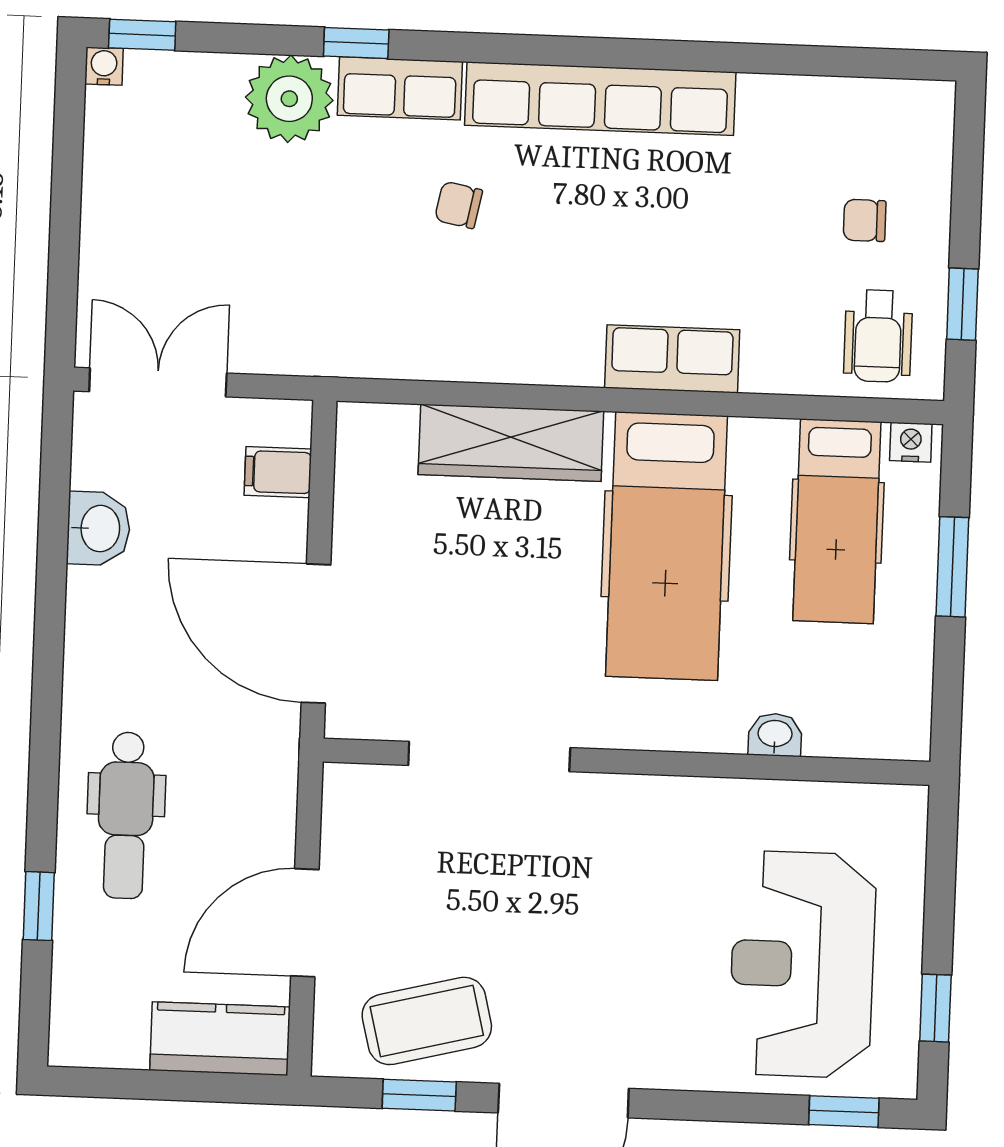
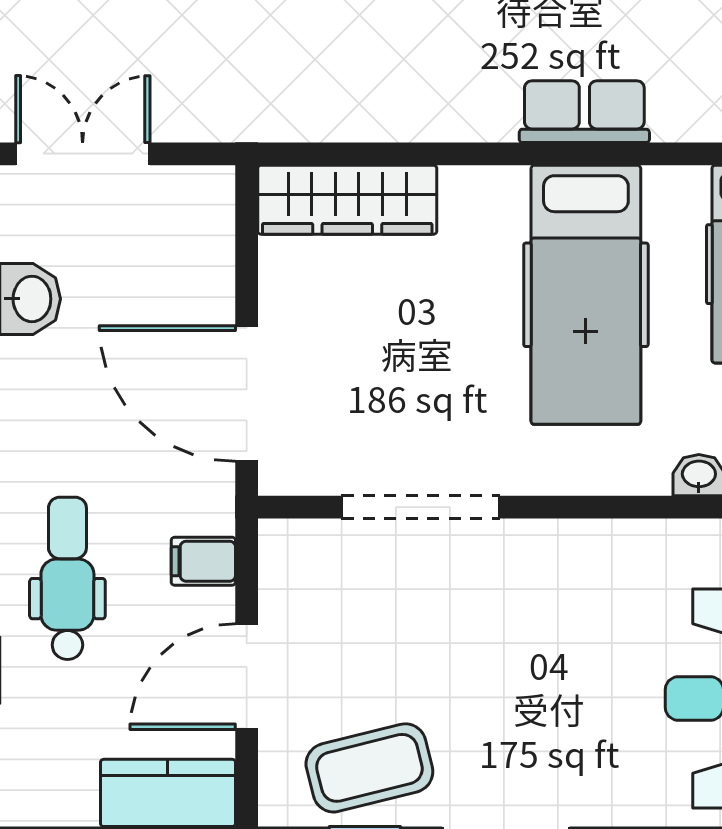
wardrobe: (511, 443) -> (347, 200), moved
filing cabinet: (278, 472) -> (203, 561), moved
dental chair: (126, 815) -> (67, 578), turned 180

